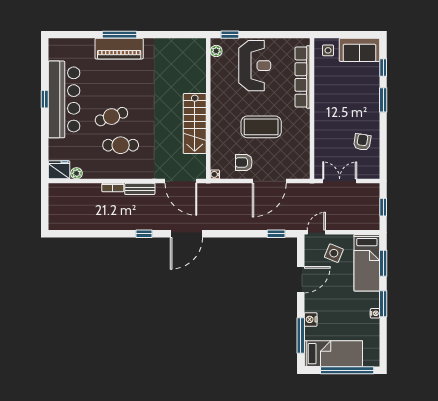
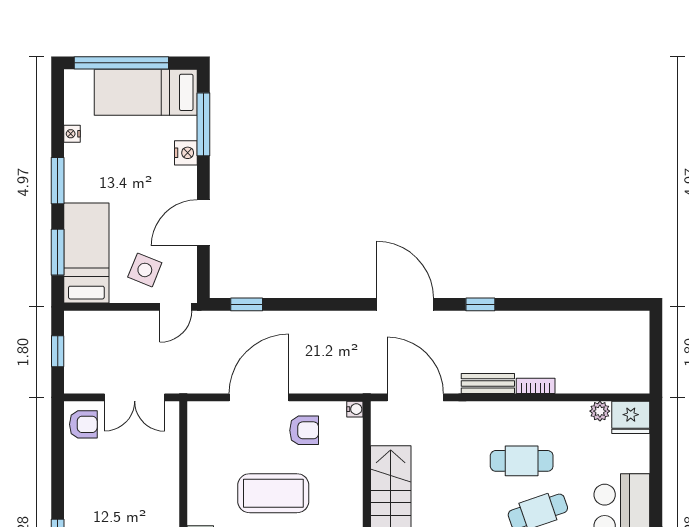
armchair: (362, 142) -> (83, 424), moved, turned -99
door: (186, 234) -> (405, 304), hinge flipped
nightstand: (375, 313) -> (72, 134), moved

